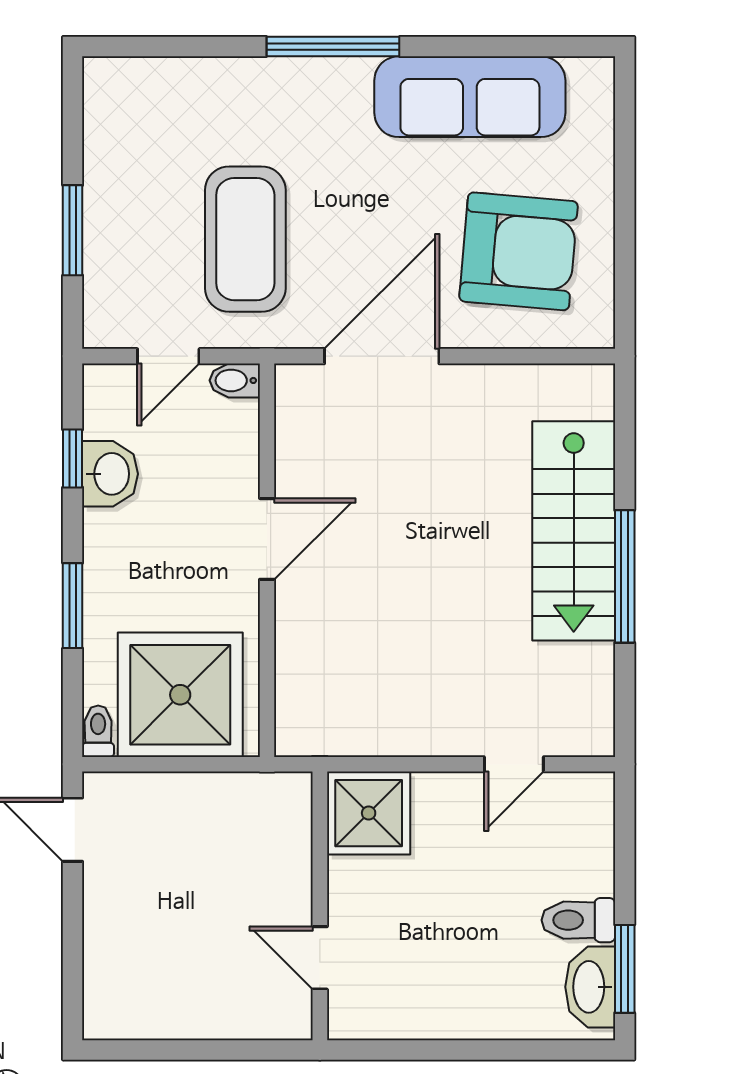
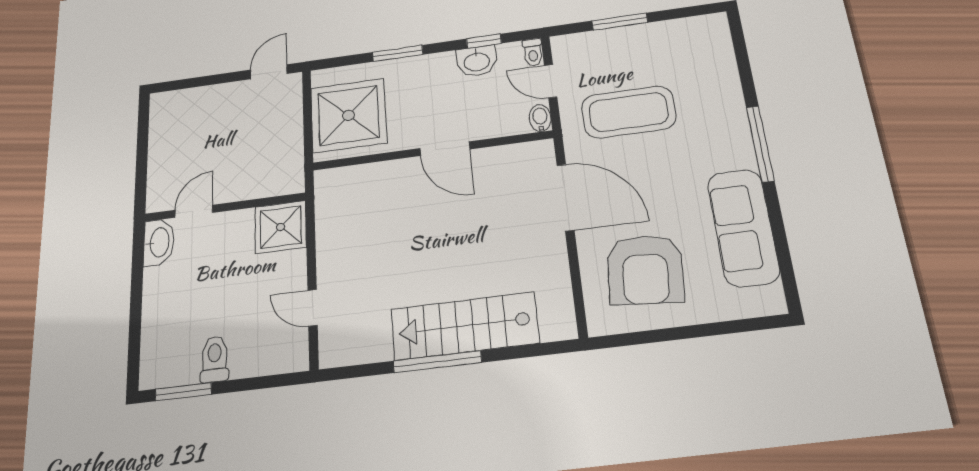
toilet: (98, 731) -> (533, 52), moved, turned 90
washbasin: (590, 987) -> (159, 242), moved, turned 90

